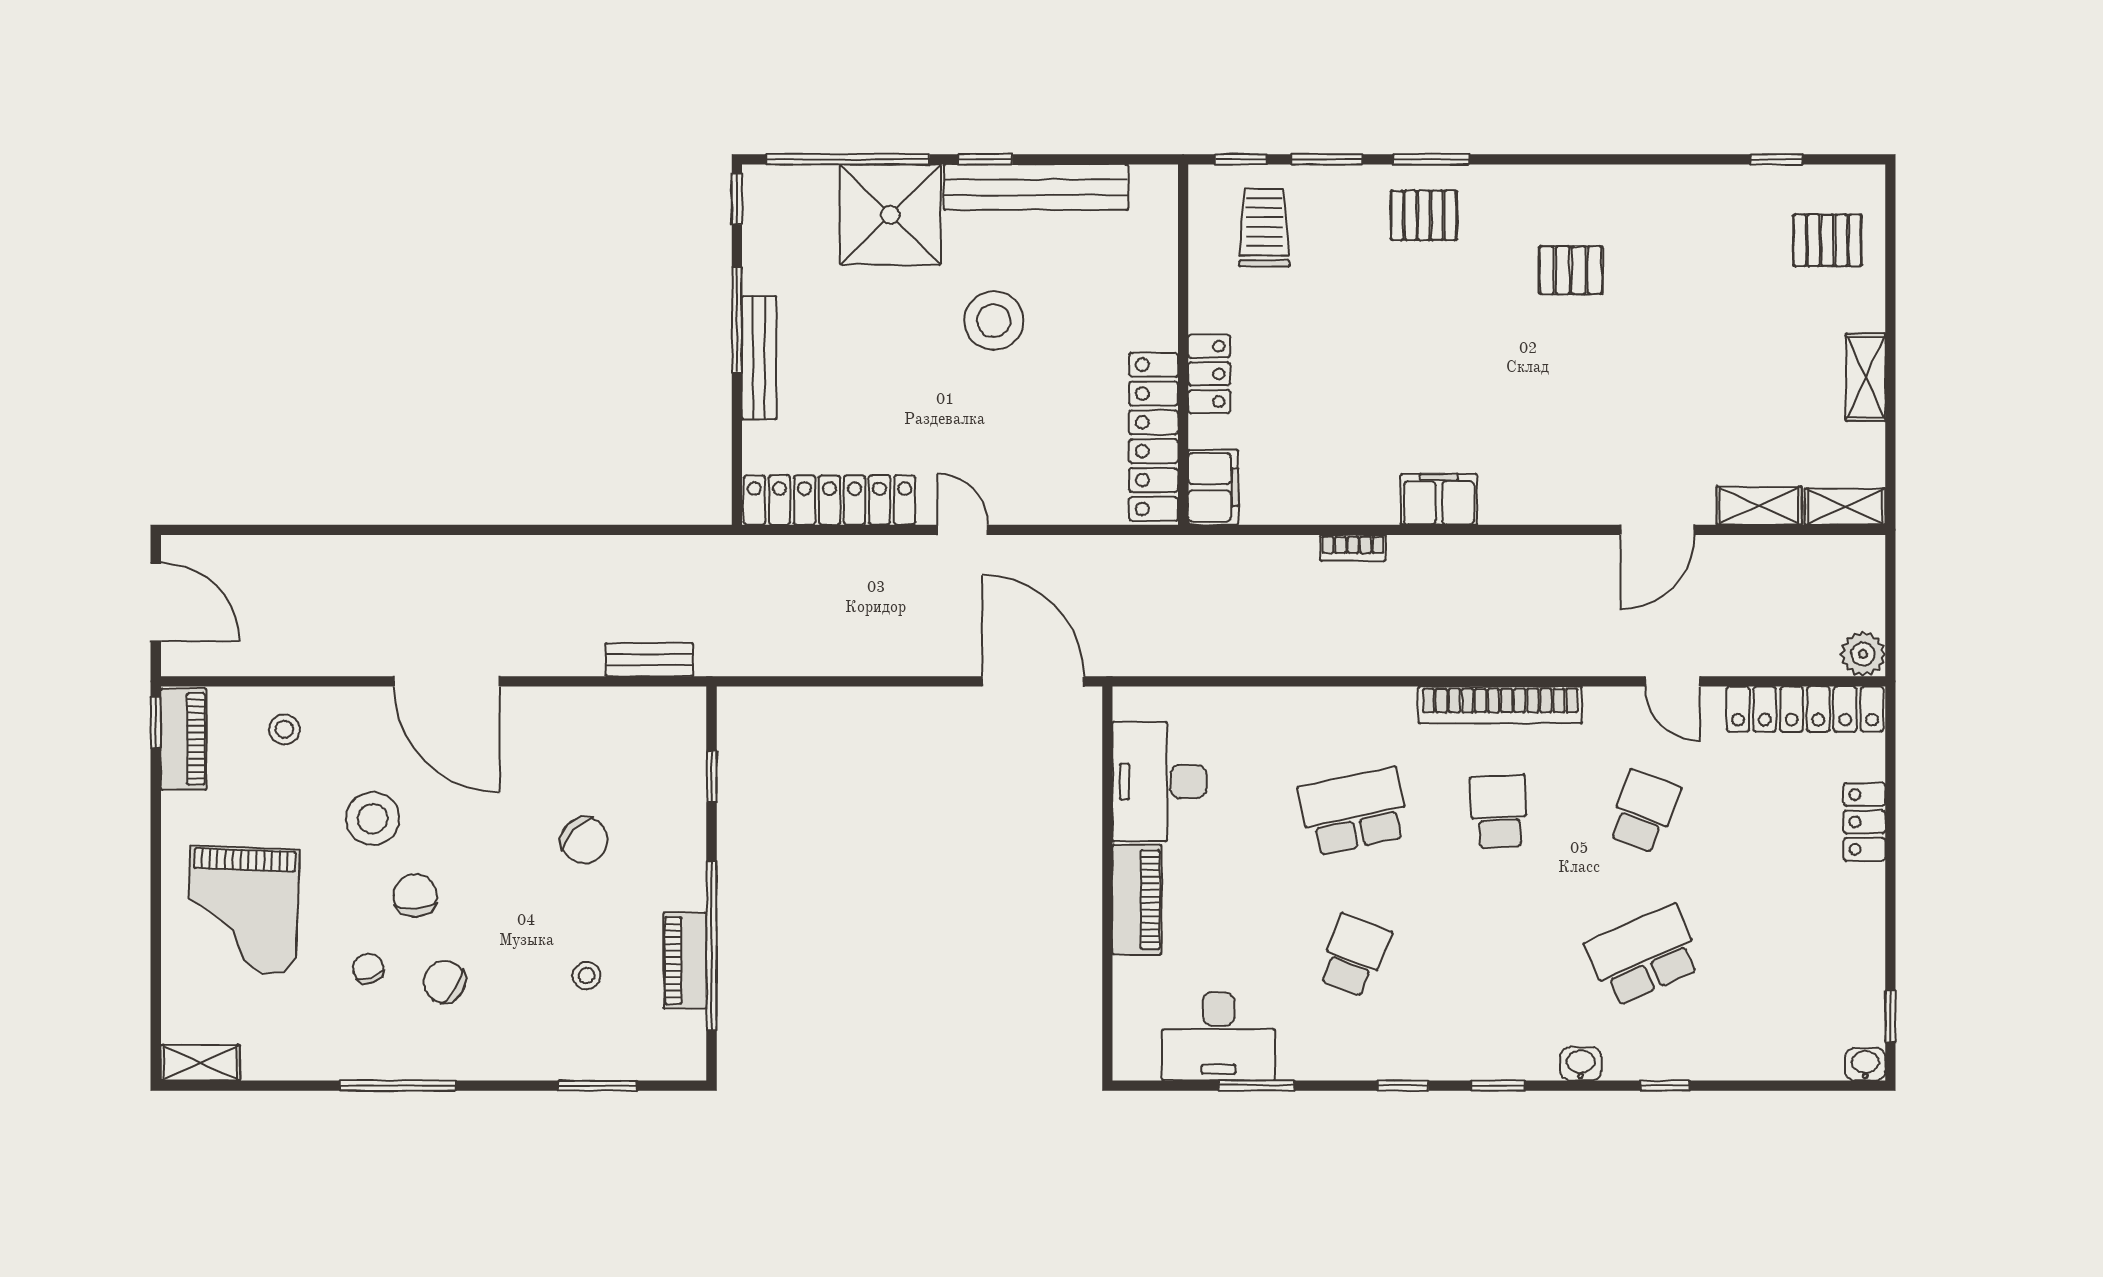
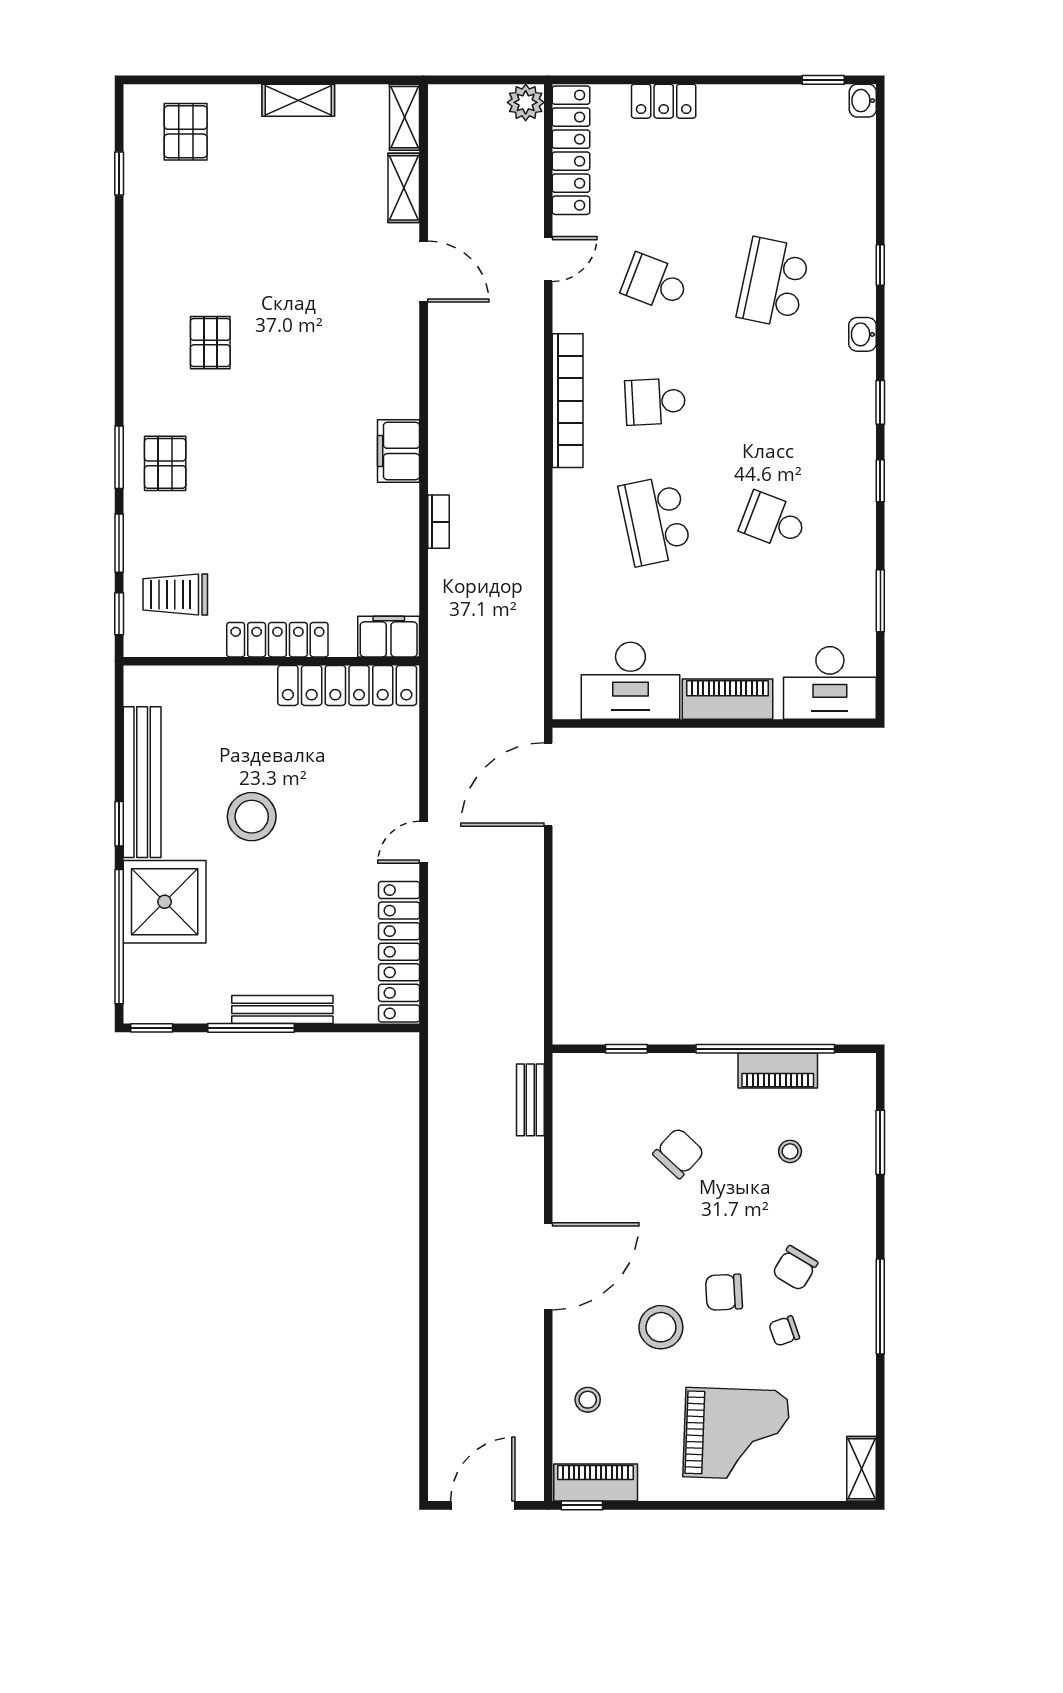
locker: (1209, 374) -> (277, 640), width x1.53
school desk: (1644, 955) -> (773, 283), turned 36
desk: (1218, 1036) -> (830, 683), moved, turned 90

